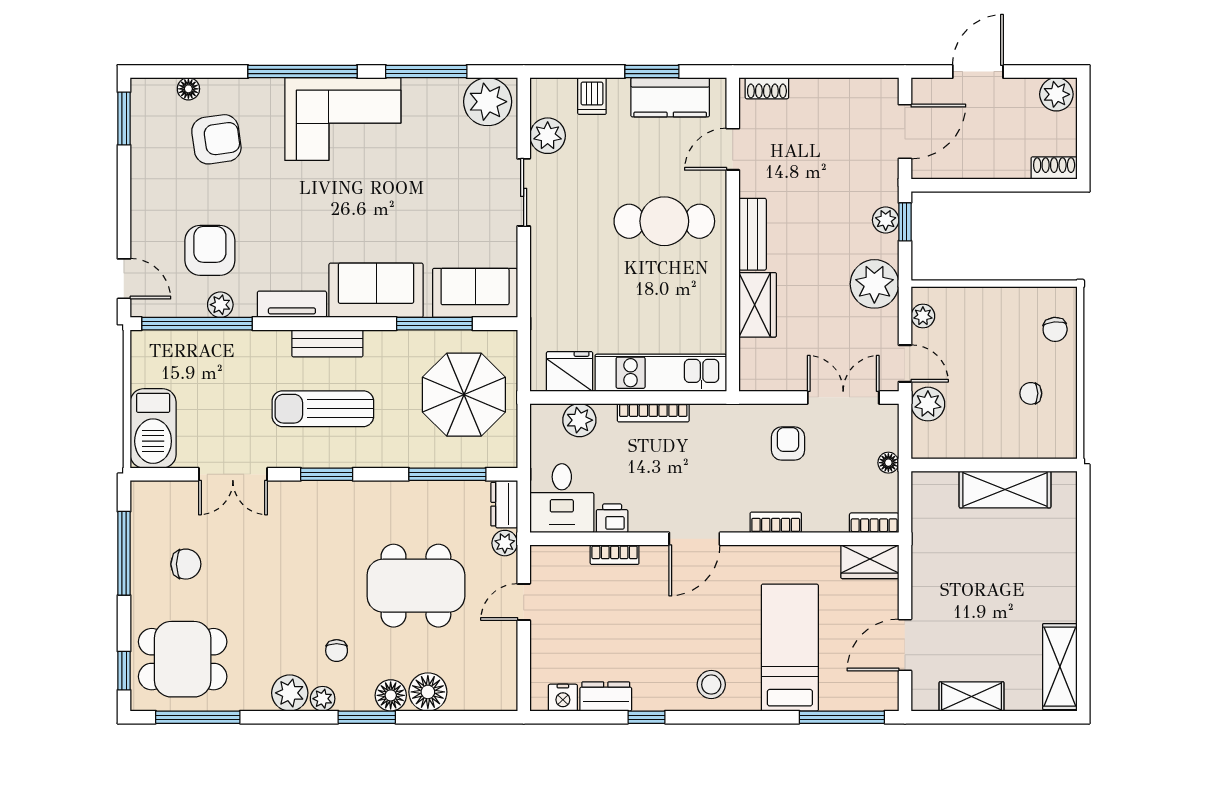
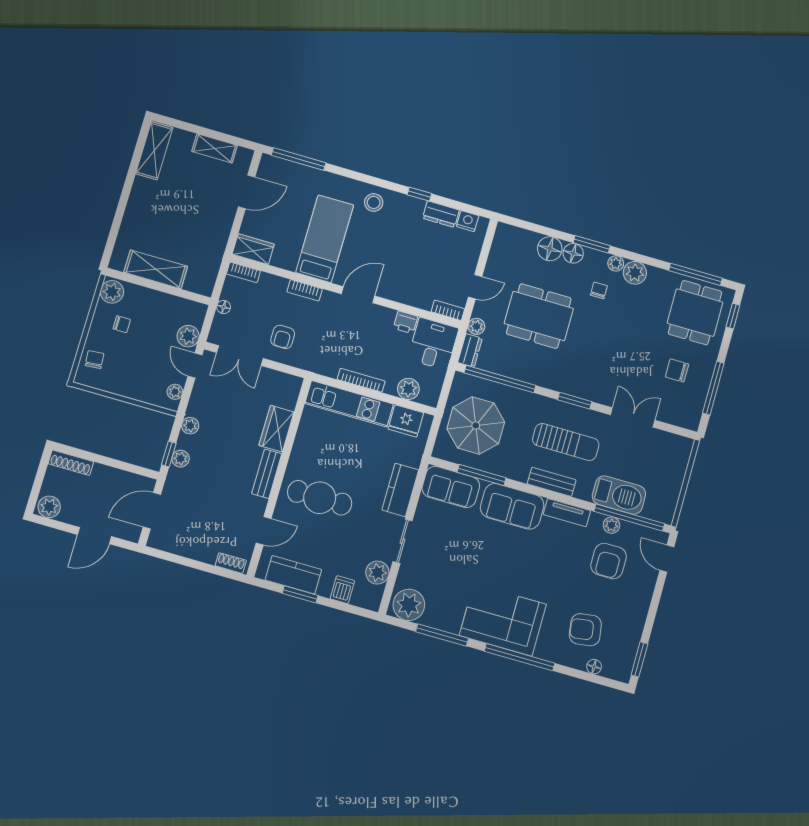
shoe rack: (1054, 168) -> (71, 463), width x1.43
kitchen counter: (549, 267) -> (400, 490), added
plant: (874, 284) -> (190, 426), width x0.53, depth x0.53
barbecue: (153, 428) -> (619, 495), moved, turned 90
plant: (1059, 437) -> (112, 292), added
window: (447, 474) -> (500, 379), width x1.46
bookcase: (615, 555) -> (448, 310), moved
bed: (790, 648) -> (325, 239), moved, turned 180
dining table: (183, 659) -> (695, 313), turned 90

